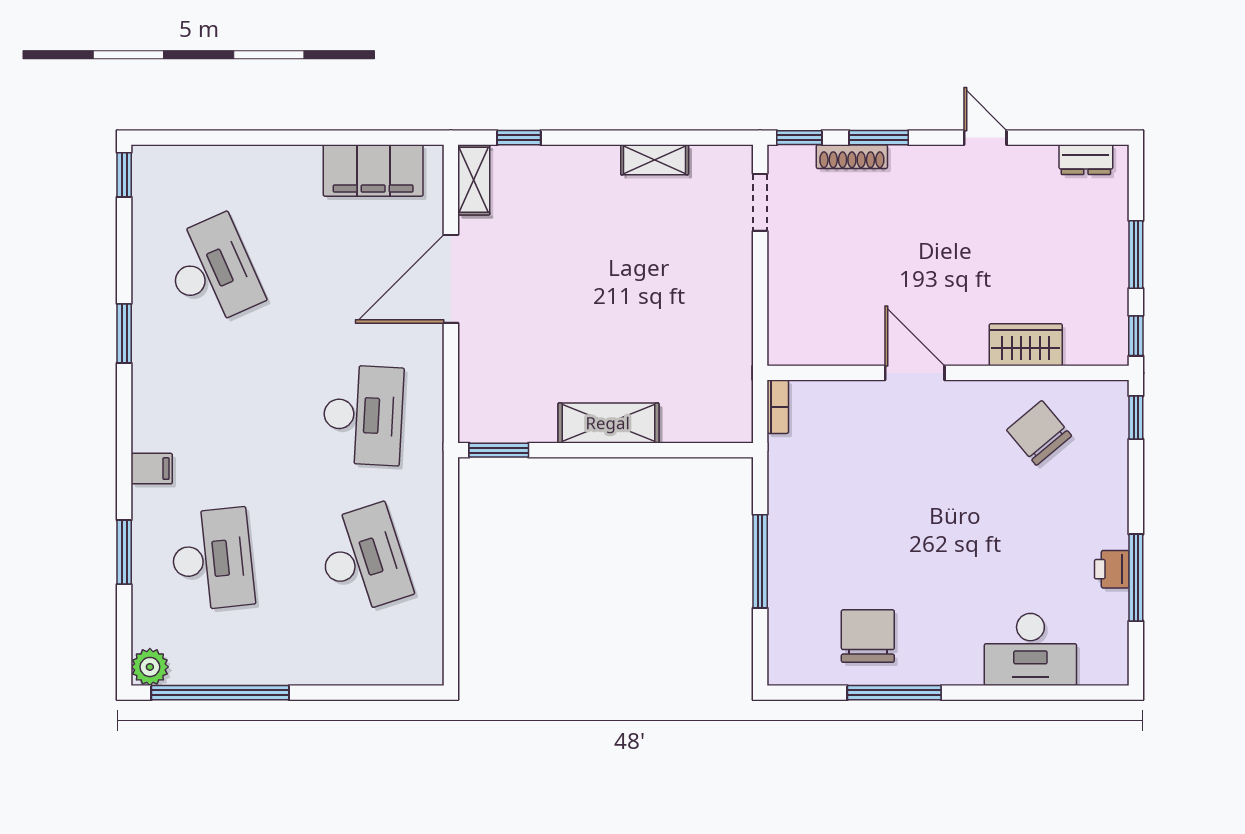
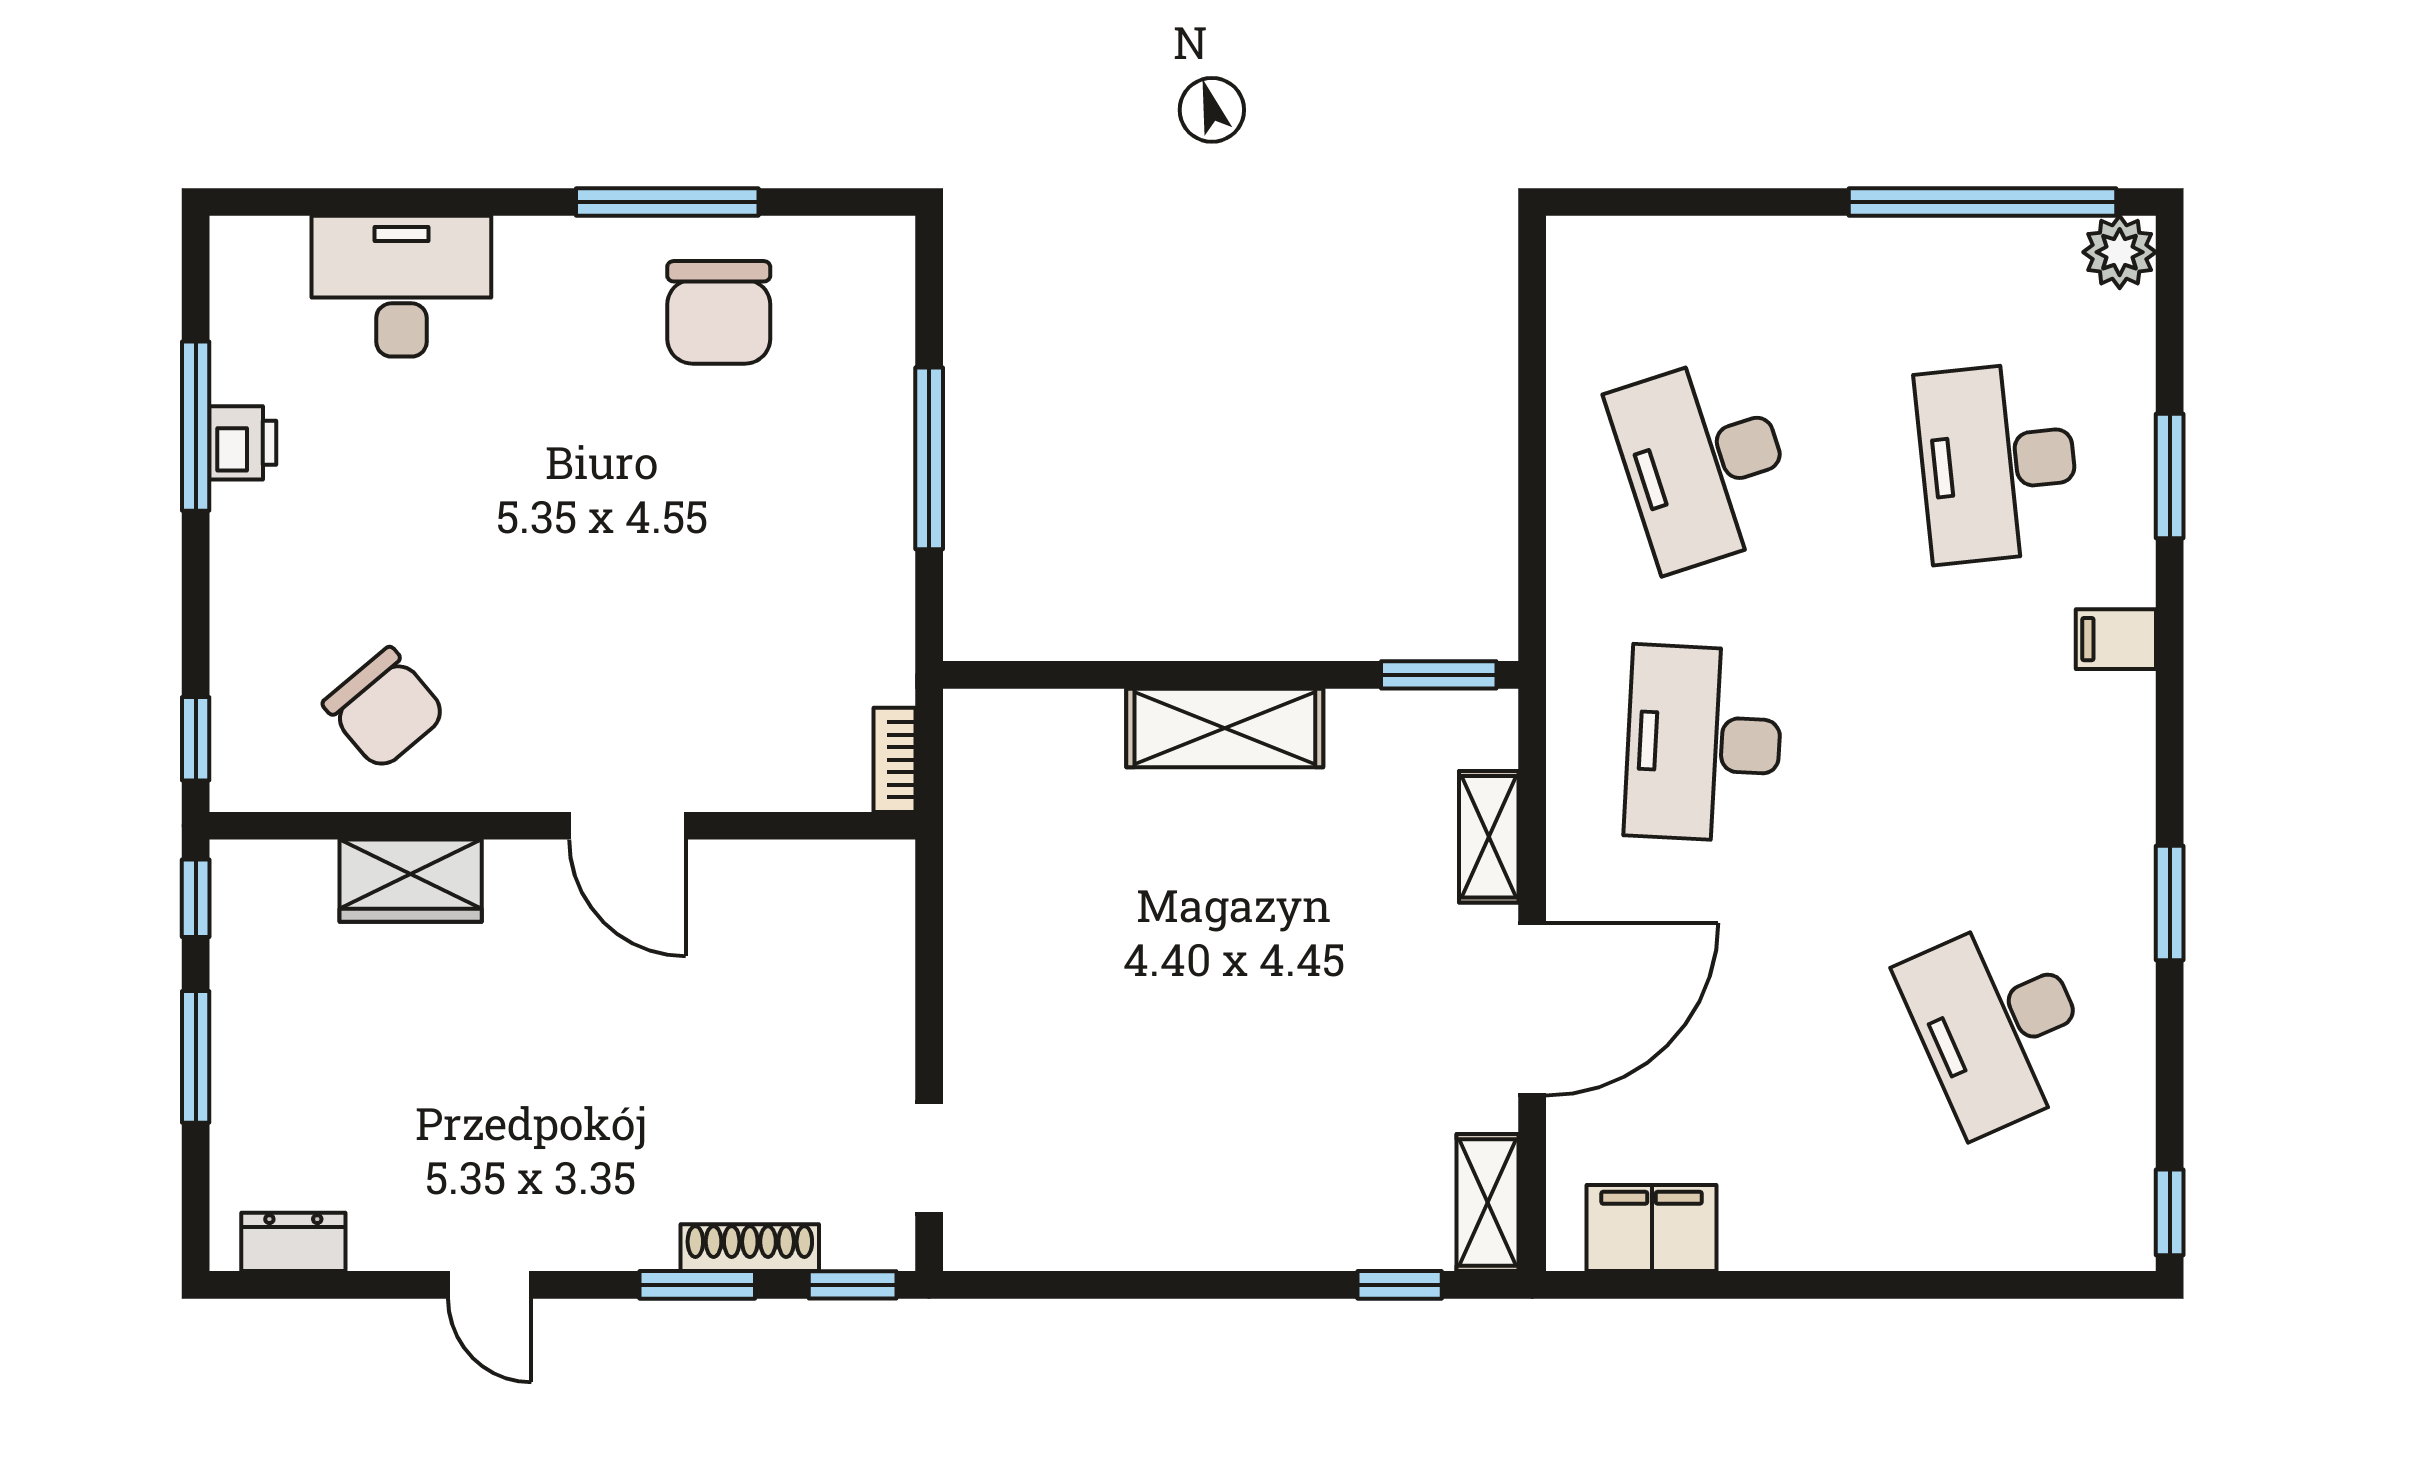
shelving: (655, 160) -> (1489, 837), moved, turned 90
filing cabinet: (373, 170) -> (1652, 1228), width x0.67, depth x0.86

